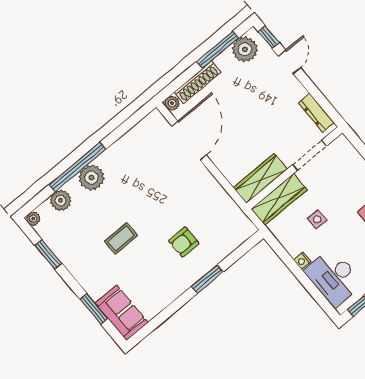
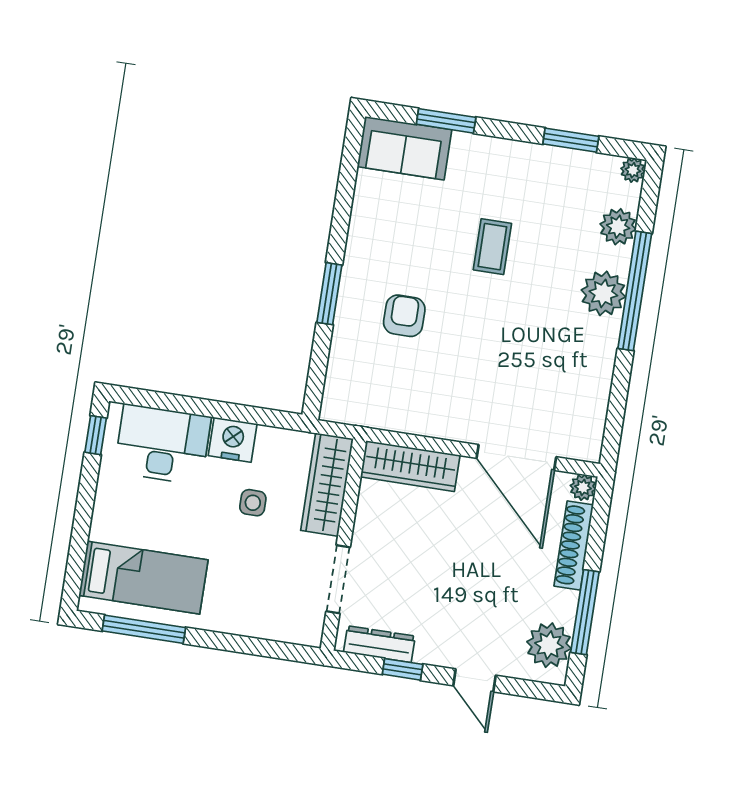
window: (269, 37) -> (403, 669), moved
wardrobe: (260, 178) -> (410, 466), moved, turned 90
nightstand: (302, 261) -> (233, 440), width x1.89, depth x1.79

